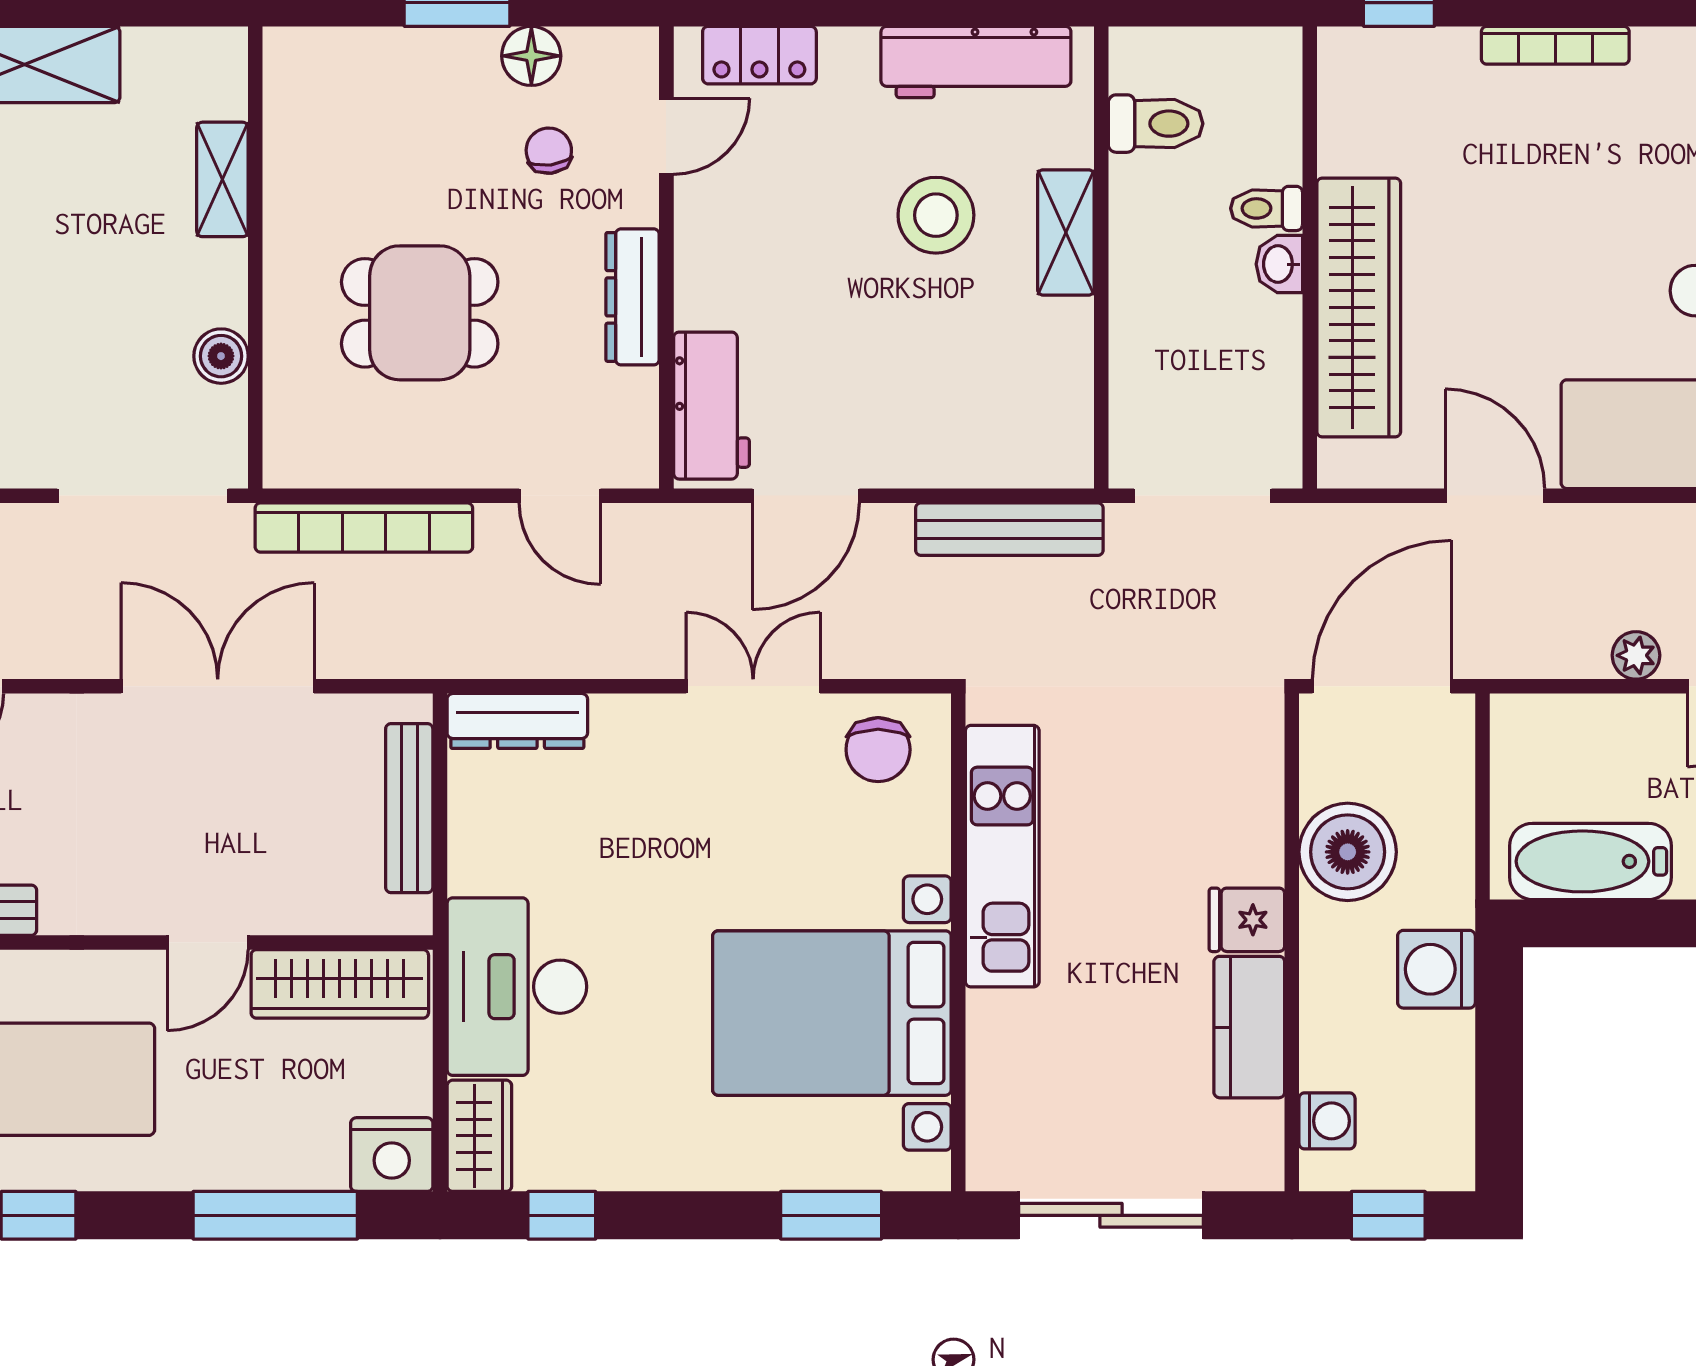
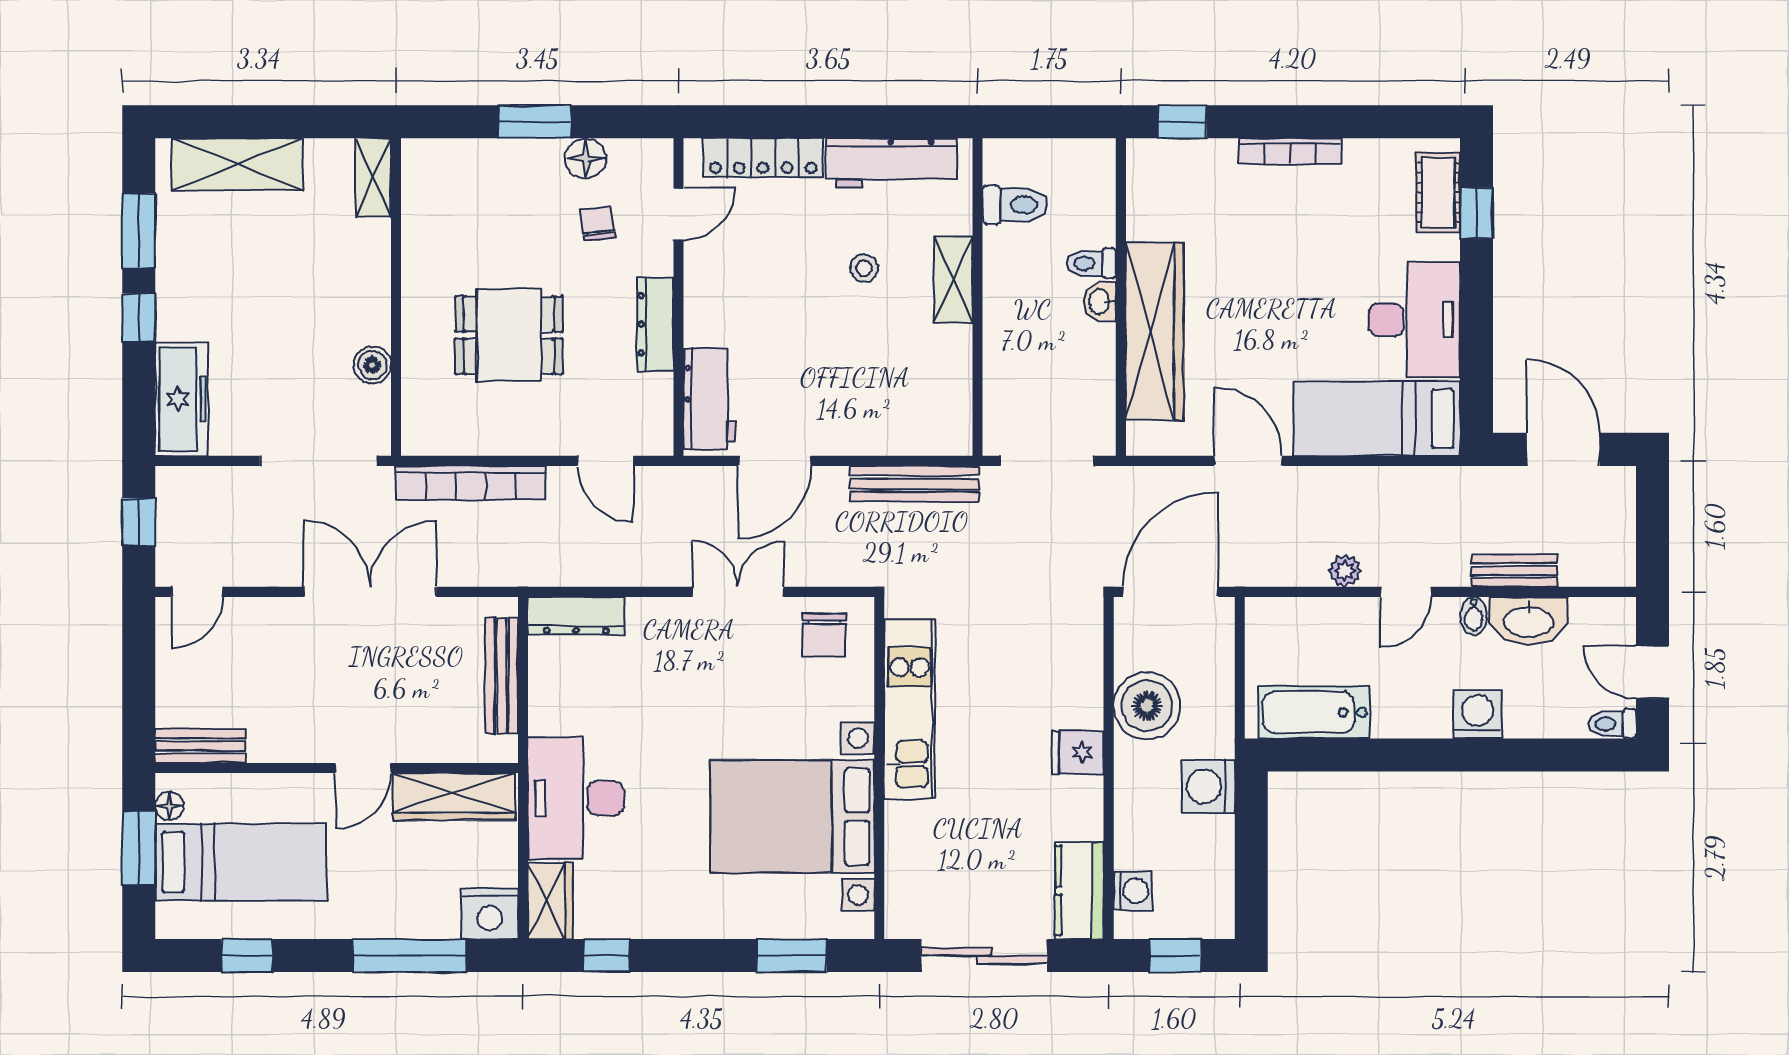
locker: (759, 55) -> (763, 158), width x1.53
shelving: (222, 179) -> (373, 177), moved
stool: (936, 215) -> (864, 268), width x0.53, depth x0.53
kitchen counter: (1249, 1027) -> (1079, 891), moved

